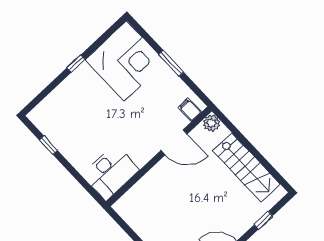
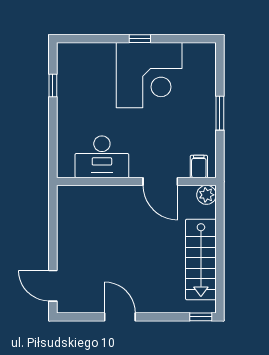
corner desk: (125, 61) -> (149, 75), moved
desk: (110, 172) -> (102, 157), moved
window: (263, 220) -> (201, 317), moved

